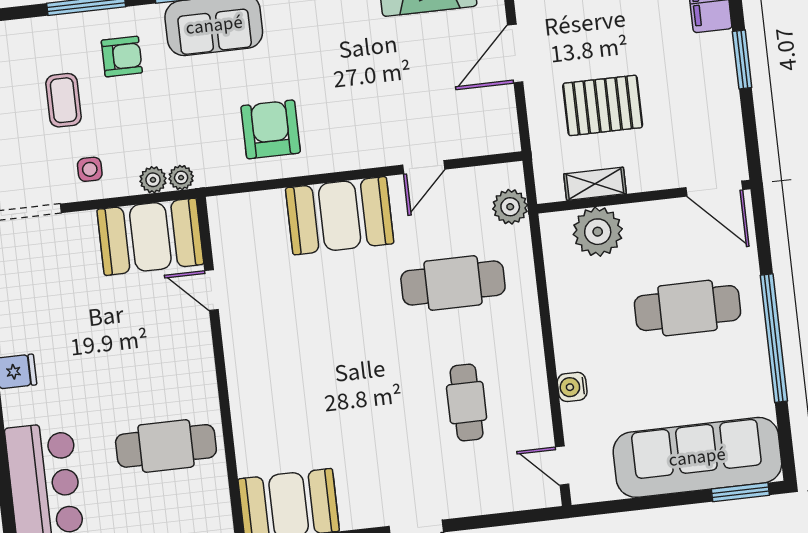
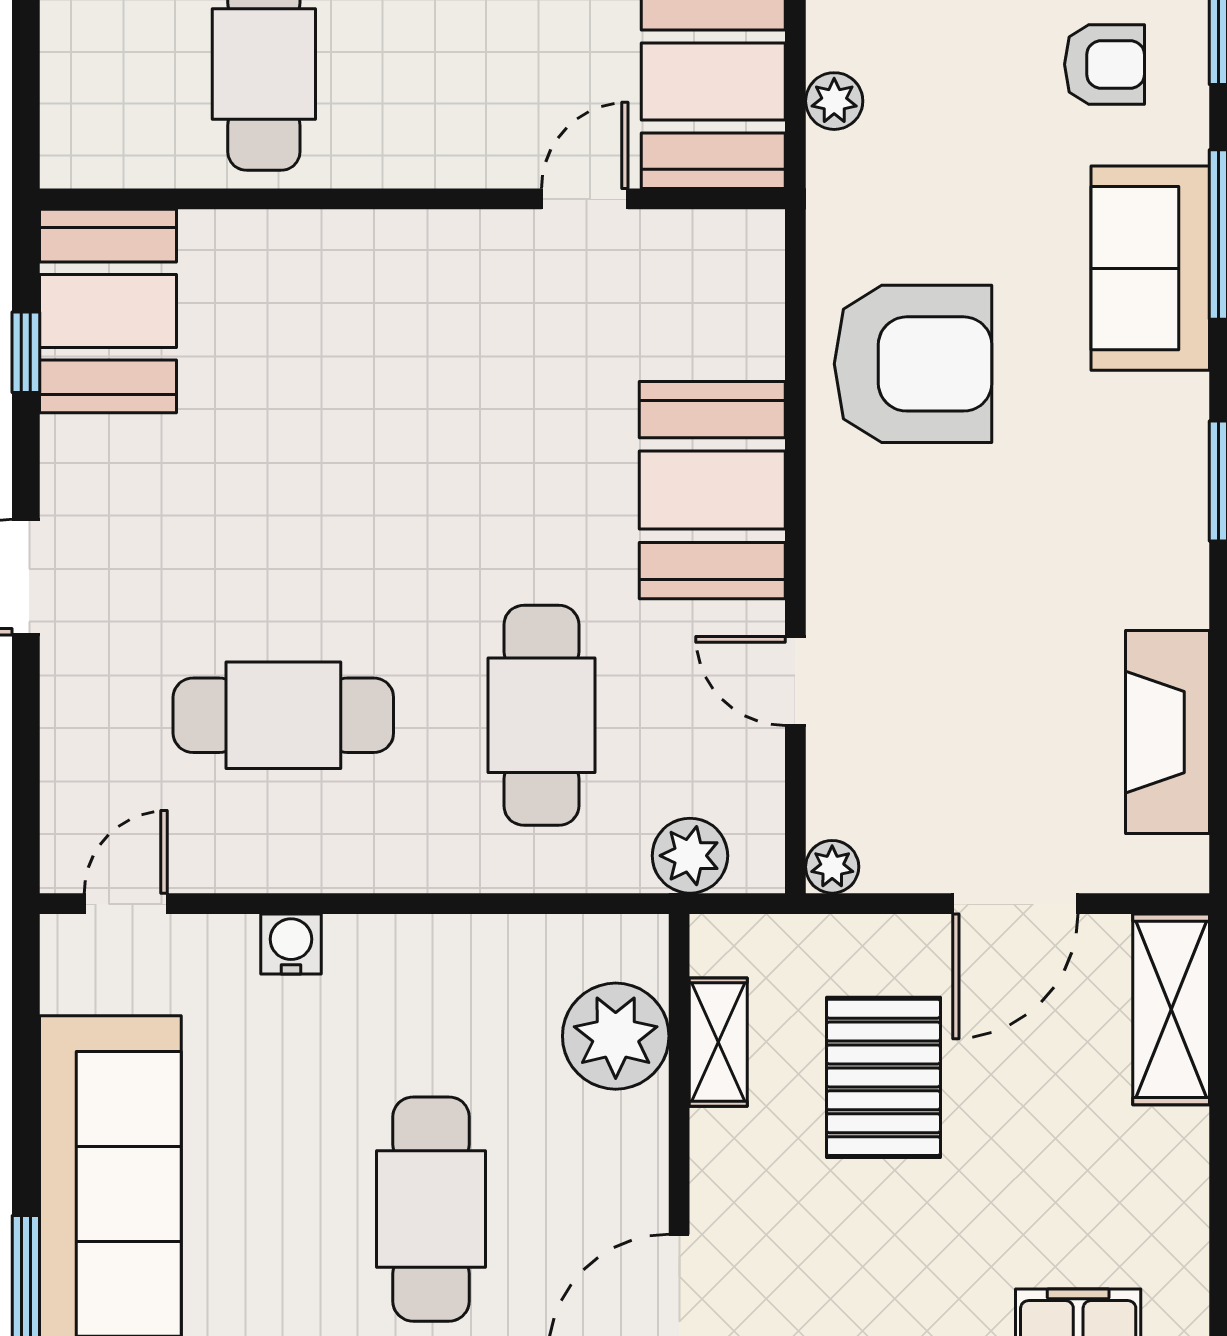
door: (515, 54) -> (1015, 904), swing flipped
armchair: (122, 57) -> (1104, 64), turned -90
armchair: (271, 129) -> (913, 364), width x1.36, depth x1.36
plant: (181, 178) -> (832, 867), moved
cafe table: (467, 403) -> (283, 715), width x1.37, depth x1.35

